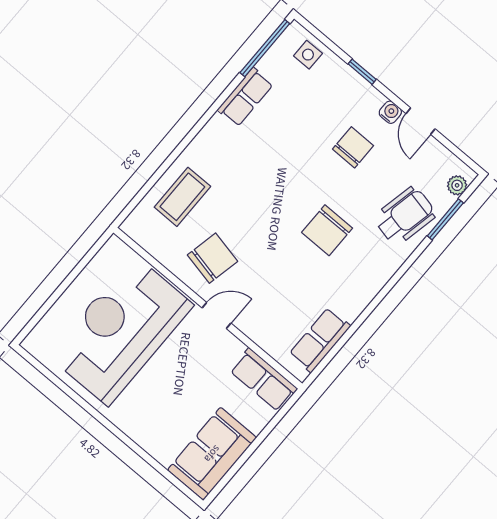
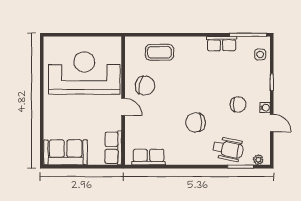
door: (421, 121) -> (272, 123), swing flipped

